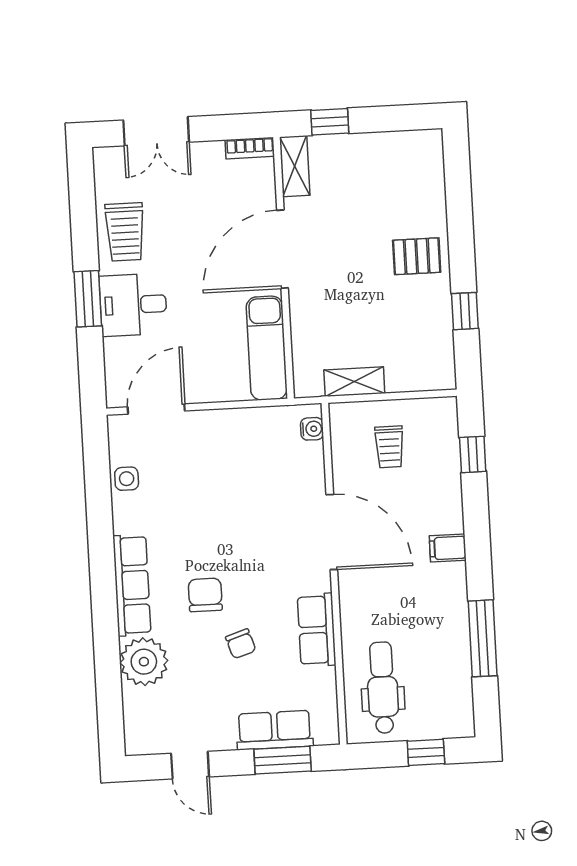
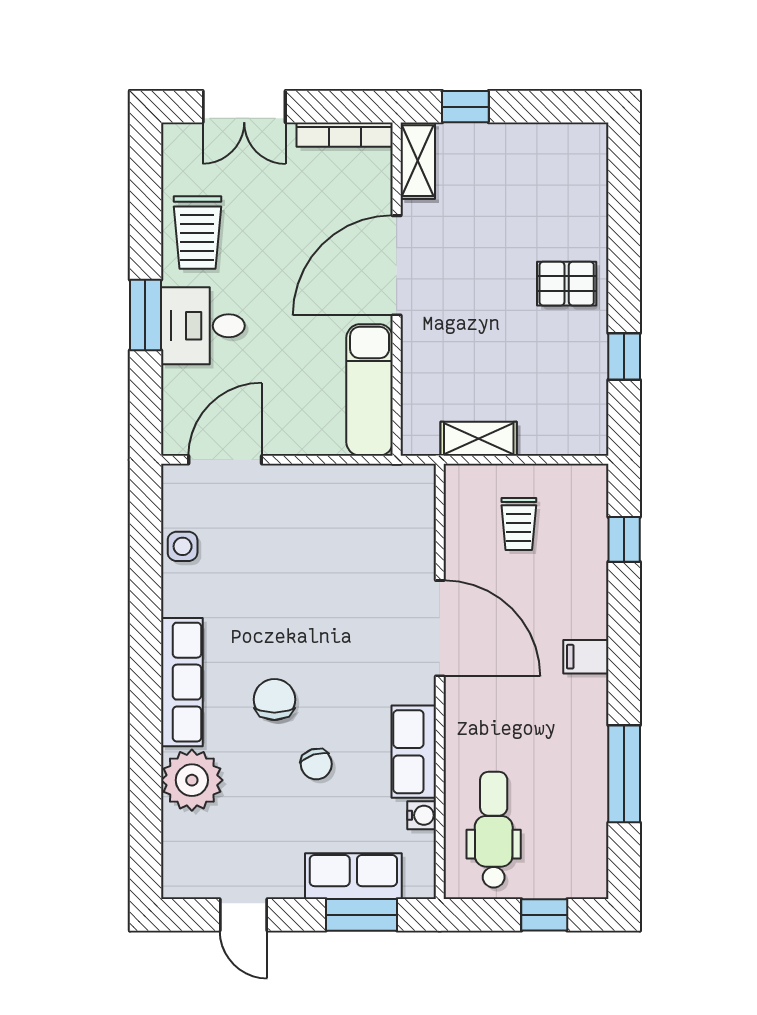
bookcase: (250, 148) -> (345, 135), width x1.56
water cooler: (312, 429) -> (422, 815), moved

